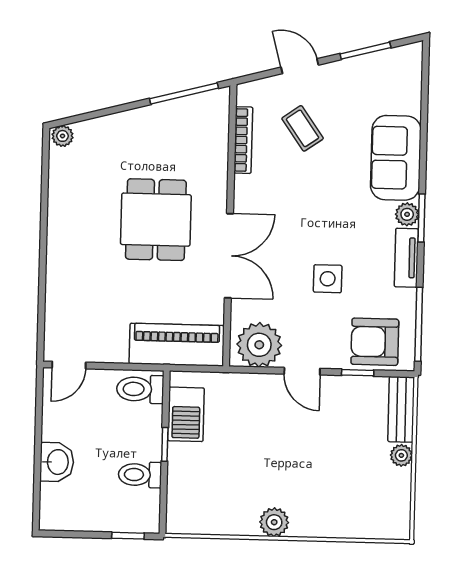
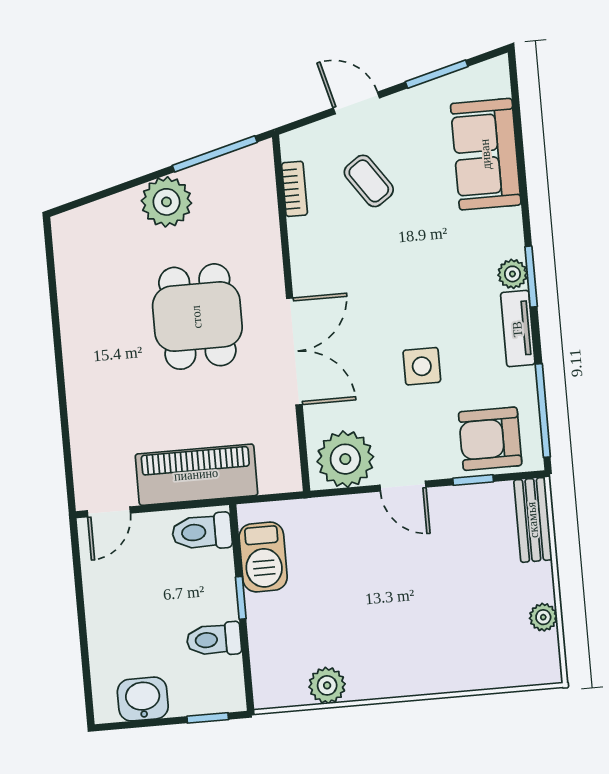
plant: (63, 136) -> (166, 202), moved, width x1.88, depth x1.88
bookcase: (243, 140) -> (295, 189), width x0.64
sofa: (396, 158) -> (486, 154), moved
piano: (177, 345) -> (196, 475), moved
plant: (401, 455) -> (543, 617), moved
washbasin: (57, 462) -> (143, 699), moved, turned -90
plant: (274, 522) -> (327, 685), moved

